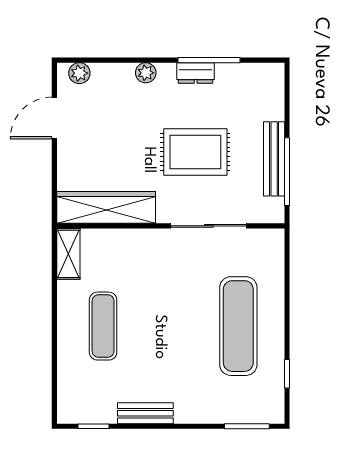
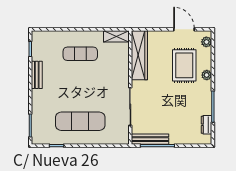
dresser: (196, 73) -> (207, 125), moved
rug: (195, 152) -> (184, 65), moved
bench: (274, 159) -> (150, 139), moved

